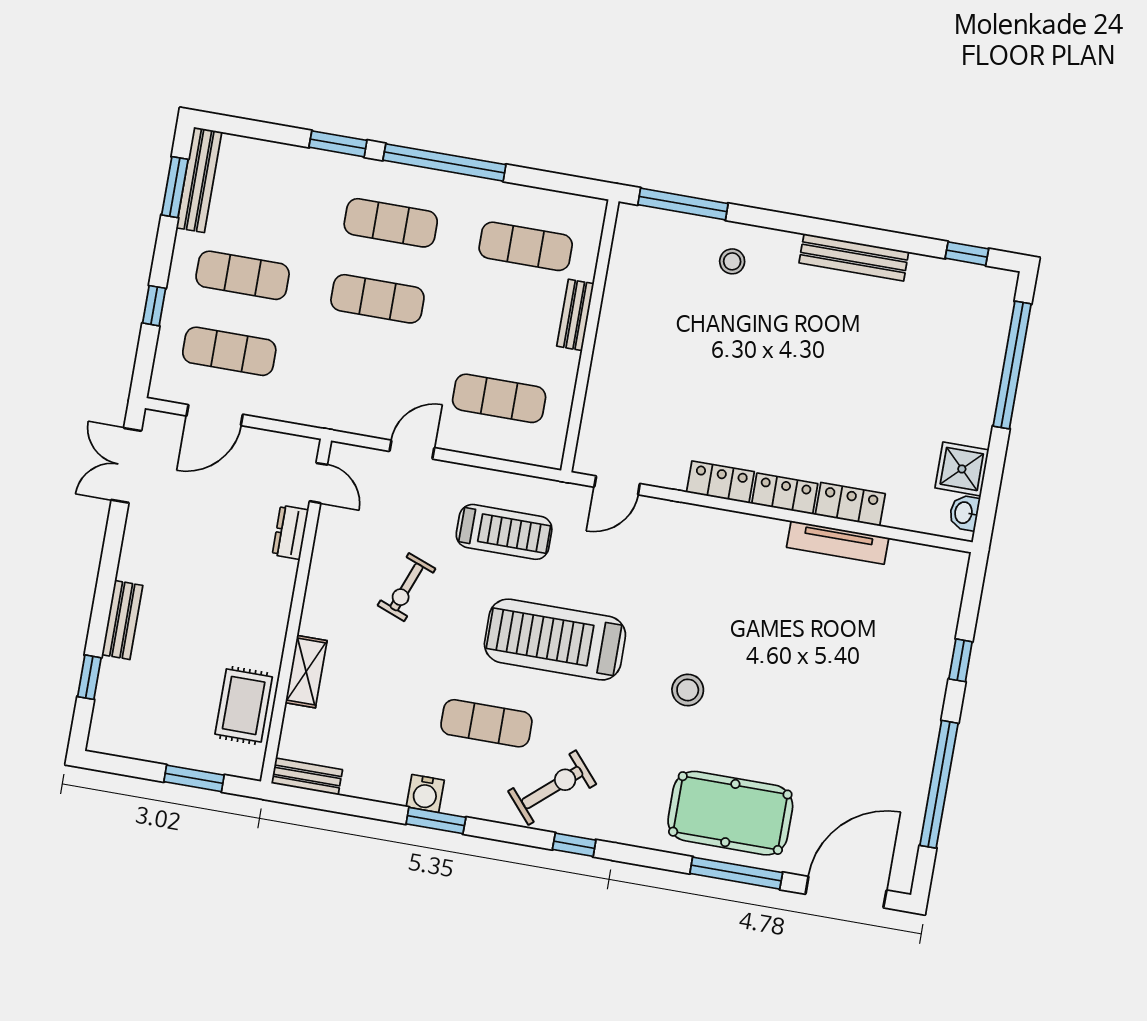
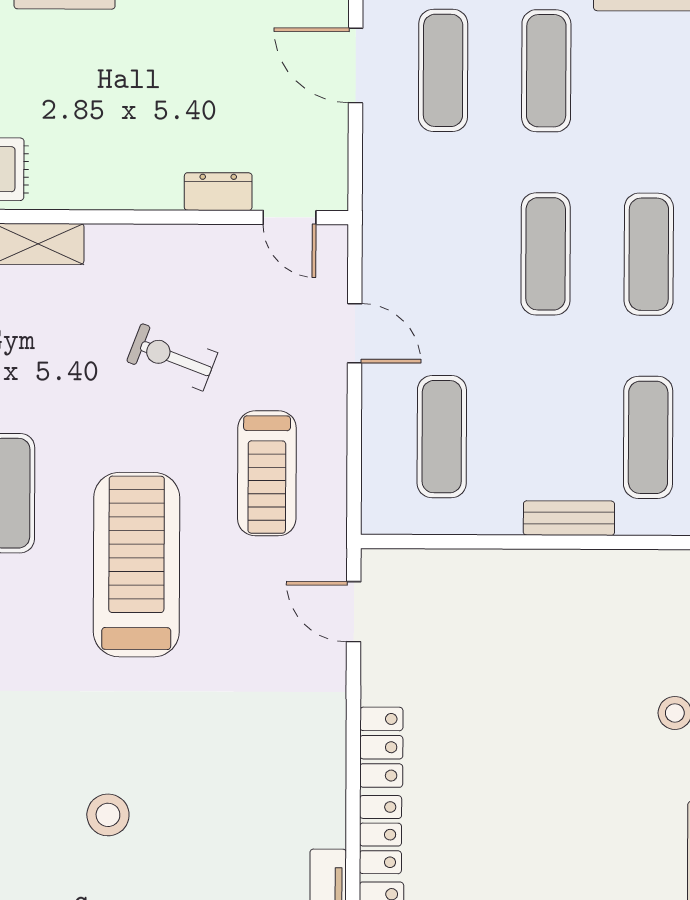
door: (318, 483) -> (290, 217), hinge flipped
stool: (688, 690) -> (108, 815), moved

